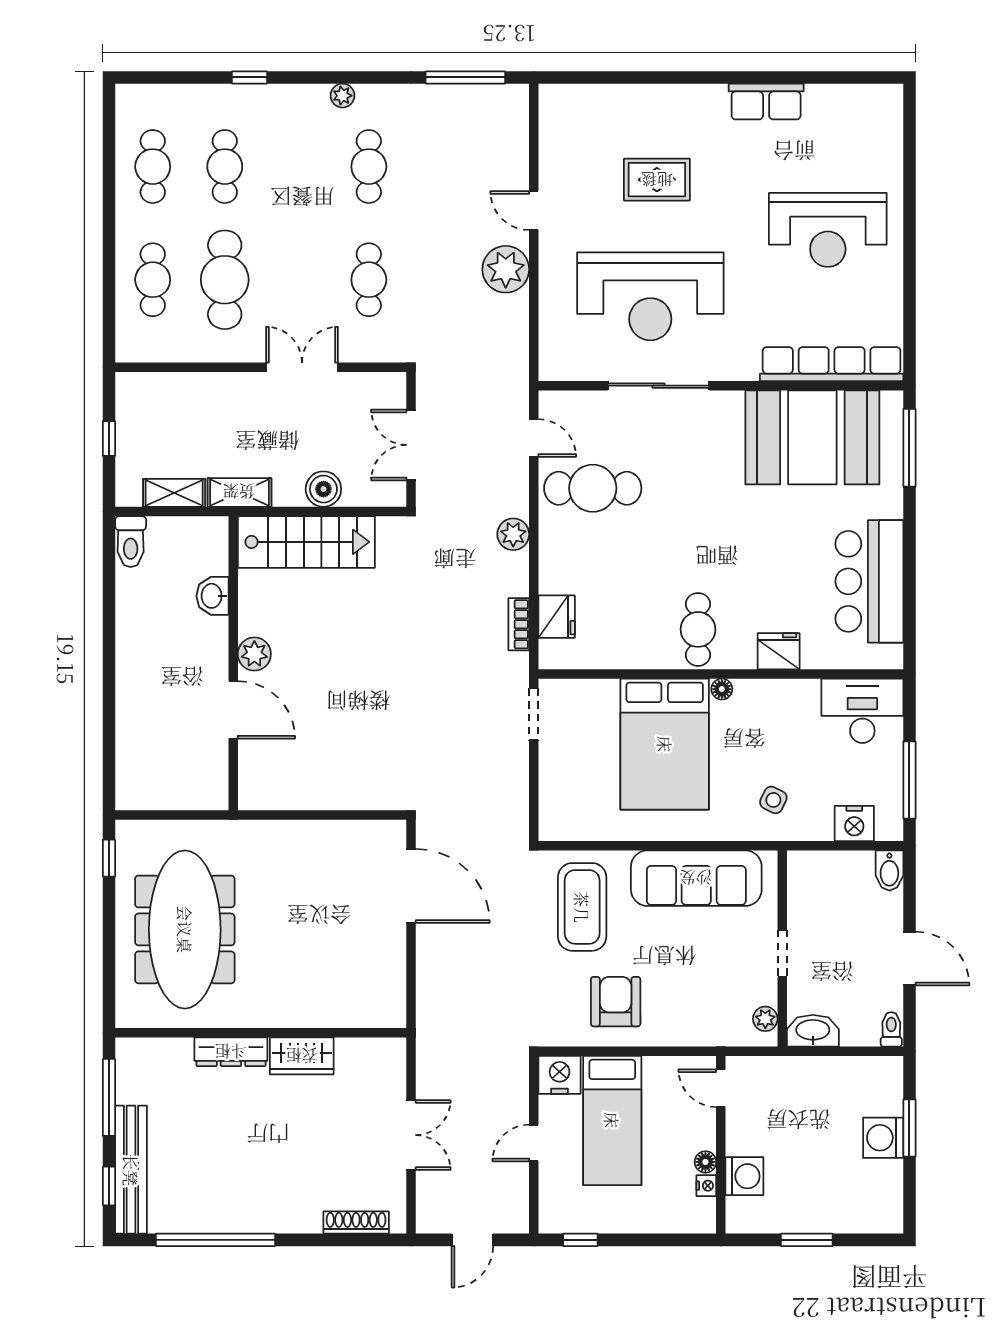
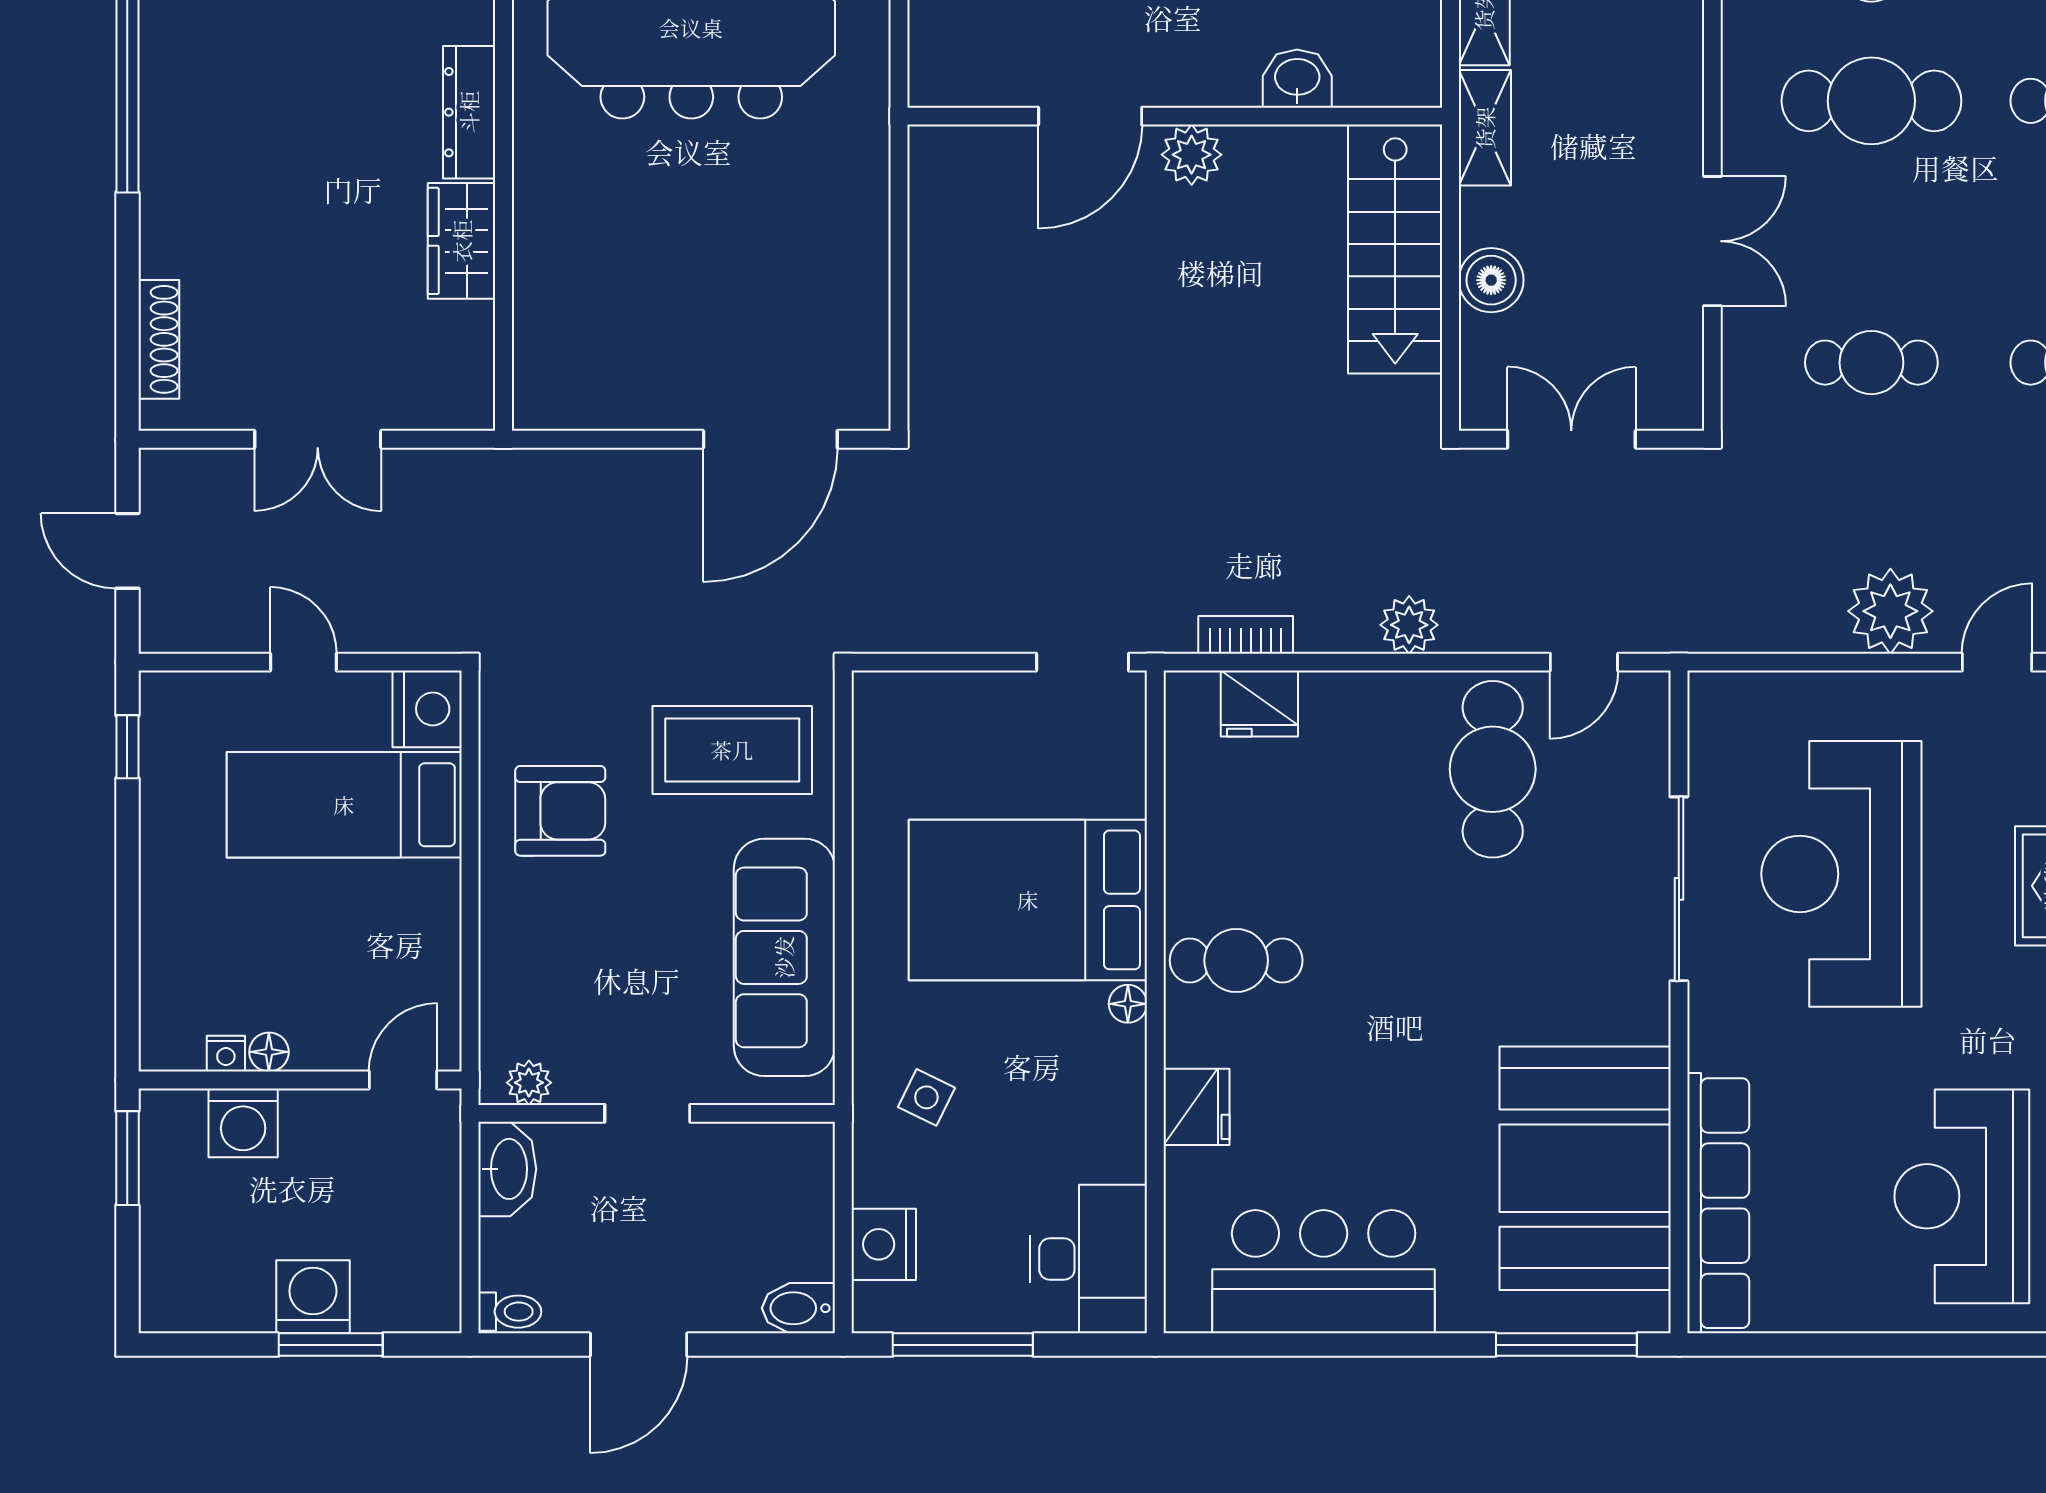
door: (721, 1088) -> (403, 1080), moved
wall: (721, 1145) -> (300, 1080), moved
floor lamp: (705, 1162) -> (269, 1052), moved
washing machine: (744, 1176) -> (243, 1123), moved
nightstand: (706, 1186) -> (226, 1054), moved

